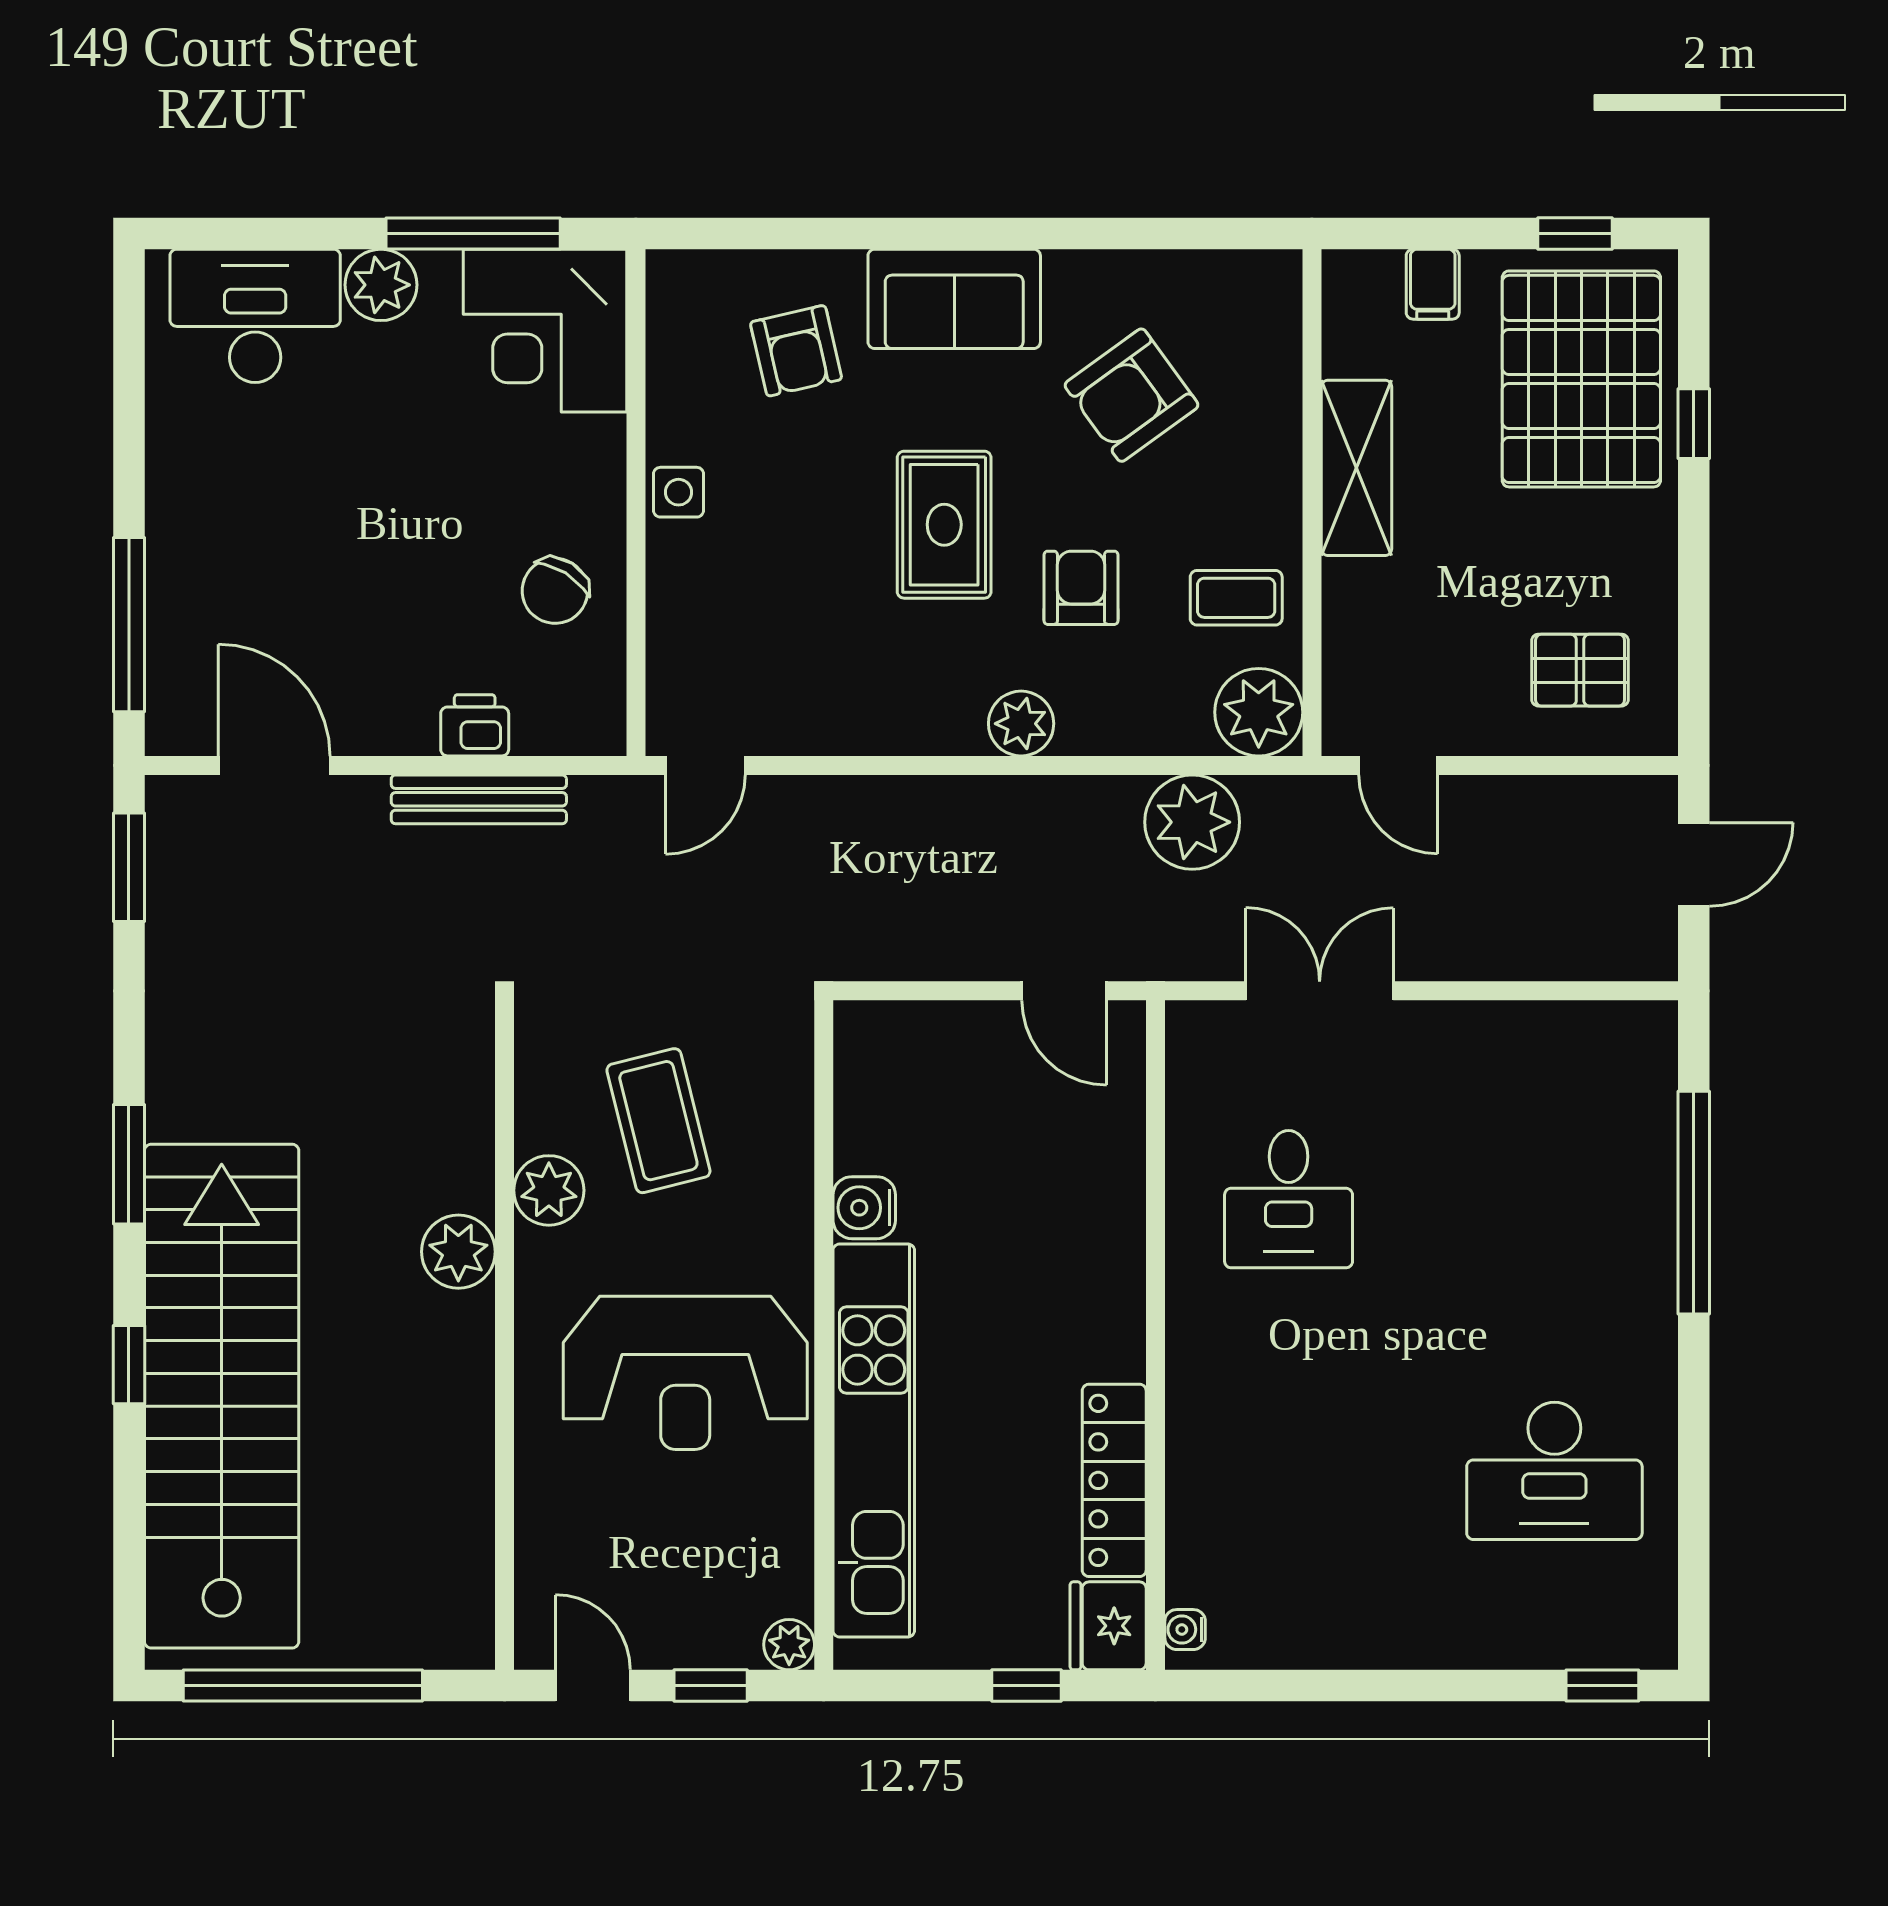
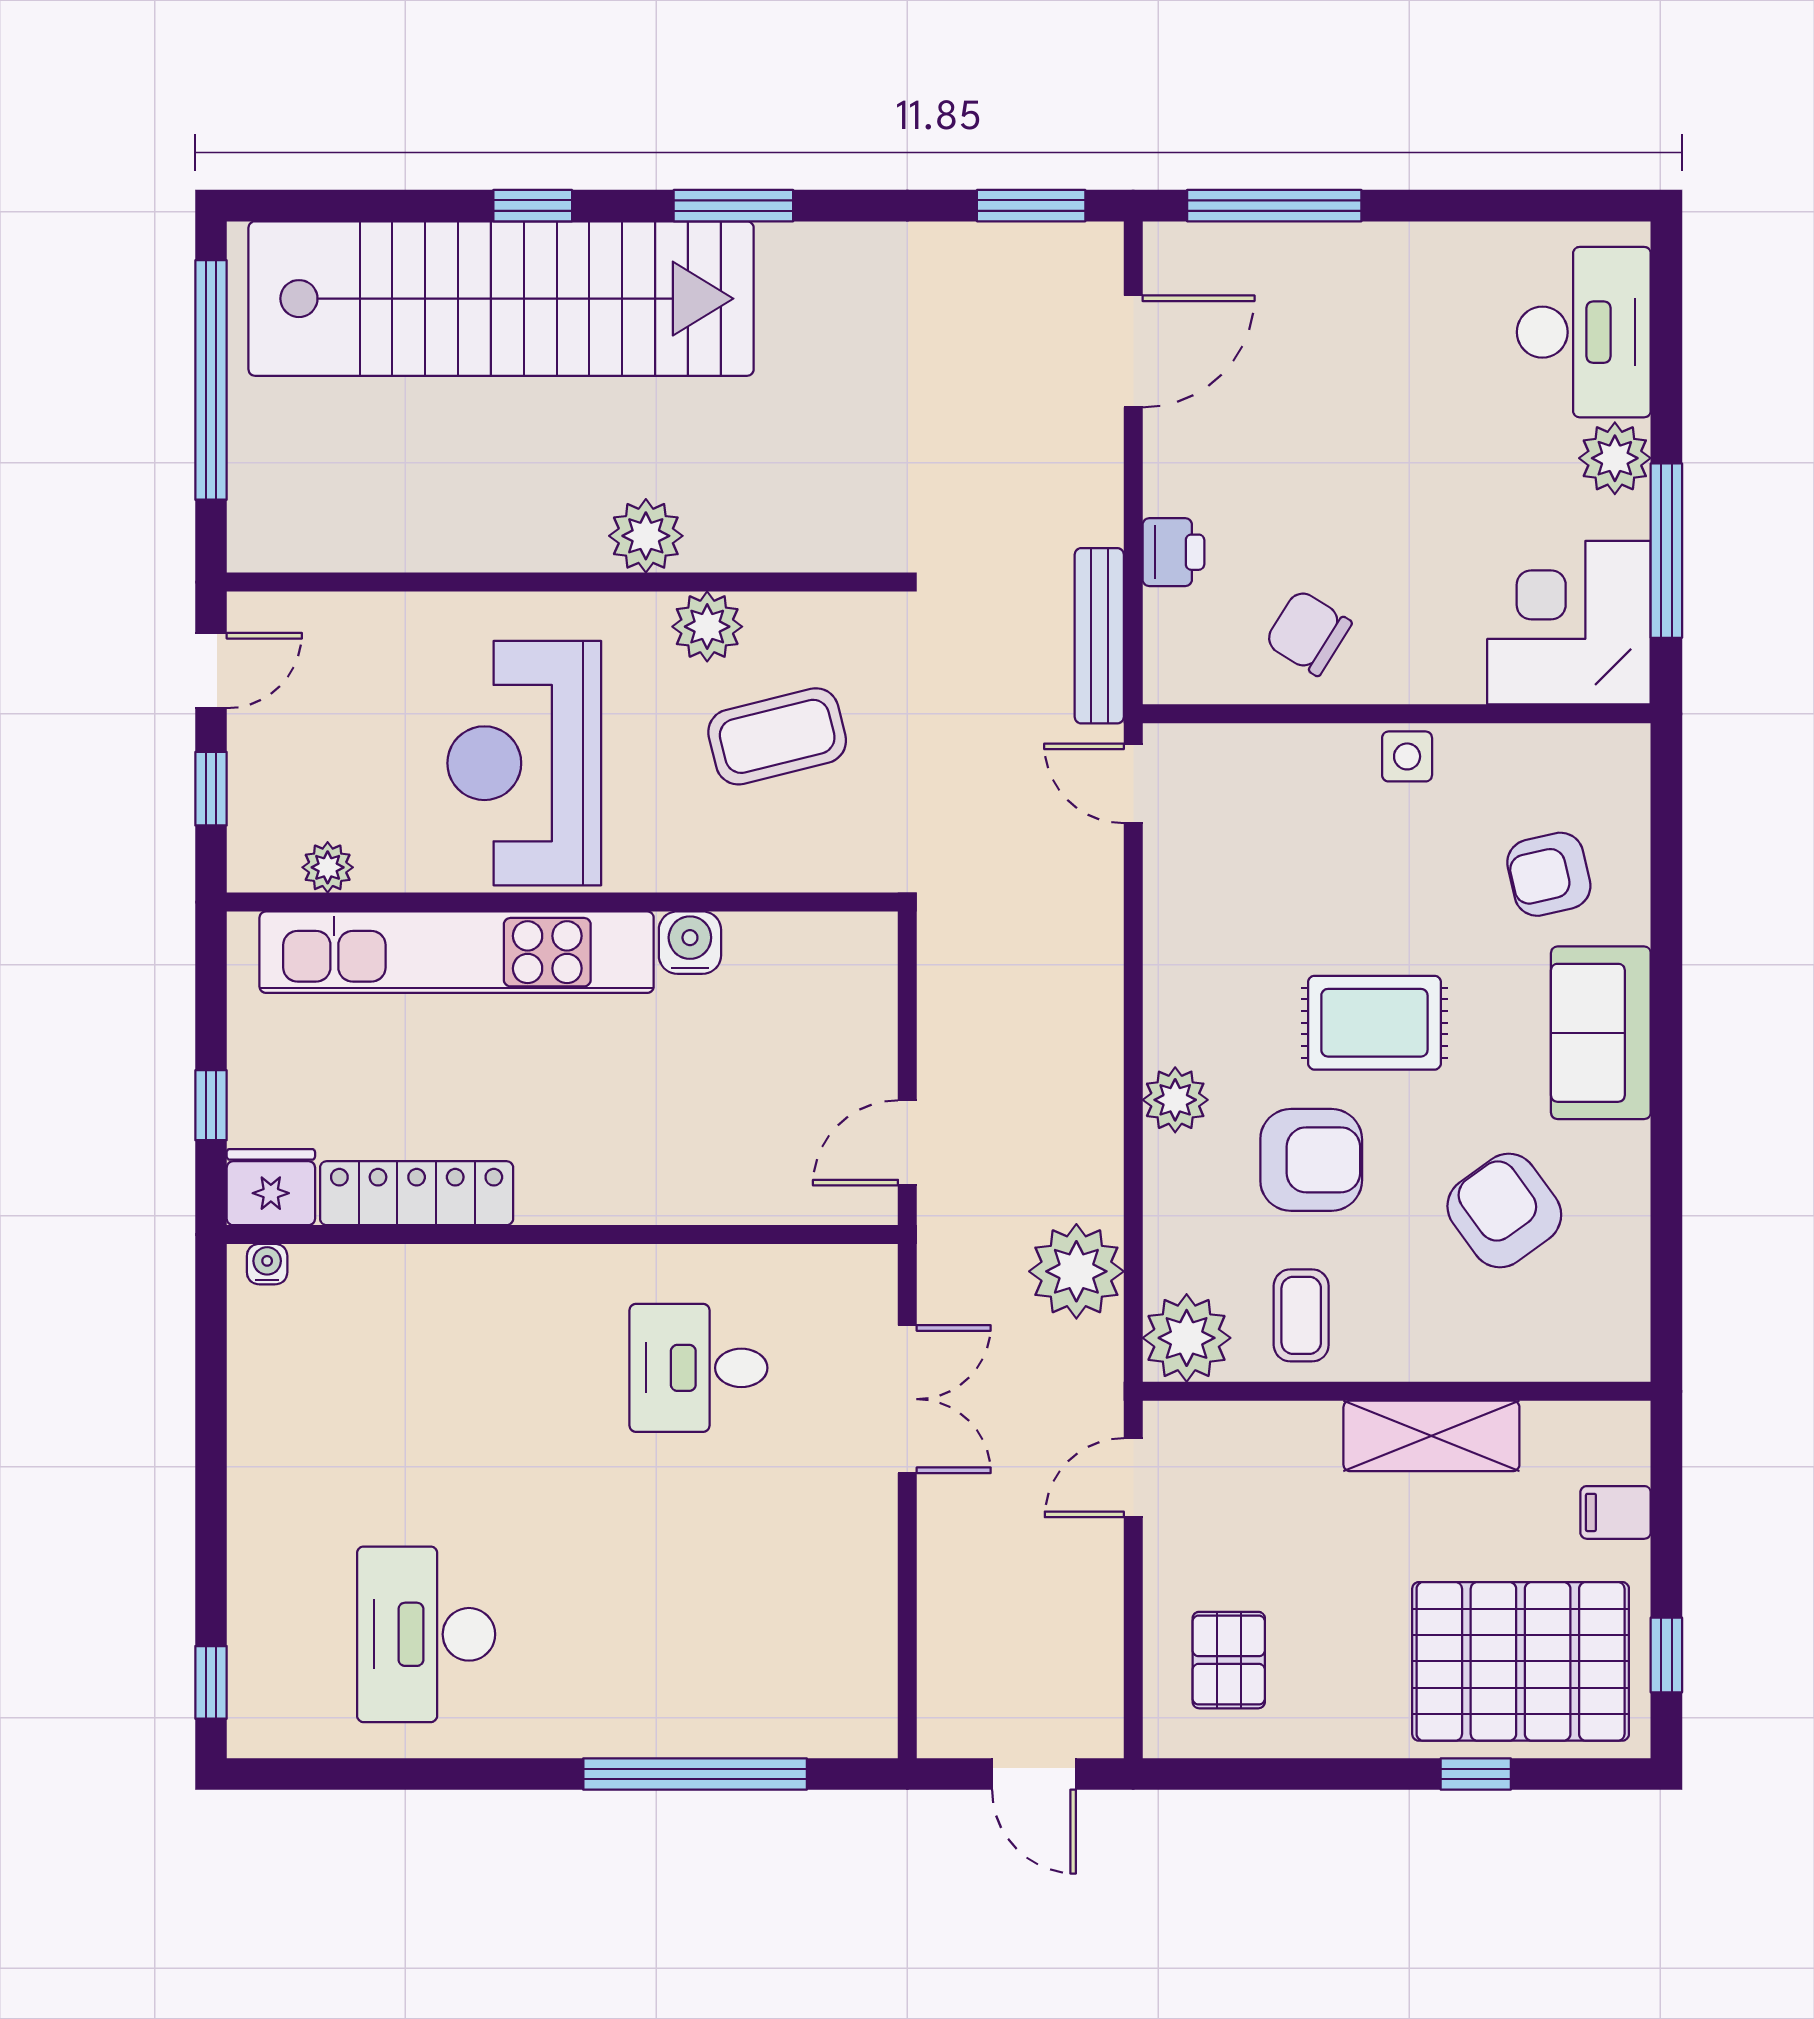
armchair: (1081, 588) -> (1311, 1160), width x1.38, depth x1.38
bench: (479, 799) -> (1099, 636), moved
plant: (789, 1645) -> (328, 867), moved

